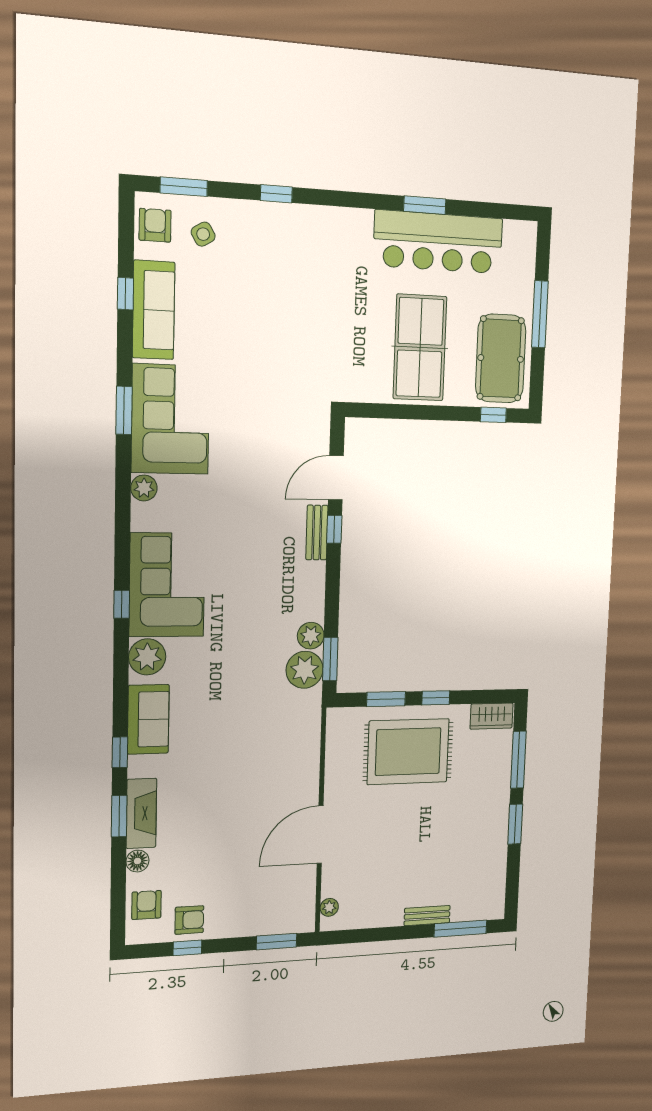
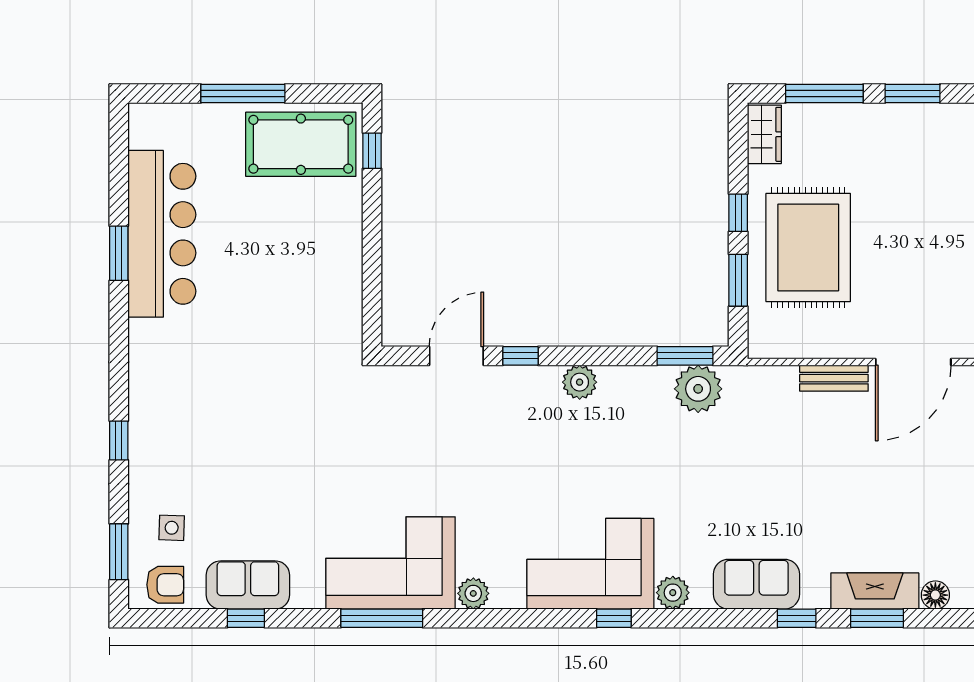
armchair: (155, 225) -> (165, 585), turned 180
side table: (203, 234) -> (172, 528), turned 33
sofa: (154, 310) -> (248, 585), width x0.73
table tennis table: (420, 348) -> (292, 253), removed
window: (124, 410) -> (382, 618), width x1.44
door: (336, 478) -> (456, 356), swing flipped
bench: (317, 533) -> (834, 378), moved
plant: (311, 636) -> (580, 382), moved
plant: (147, 657) -> (673, 593), width x0.73, depth x0.73
door: (320, 835) -> (913, 362), hinge flipped

